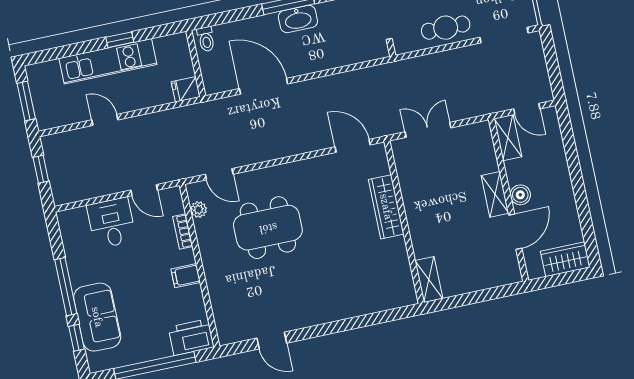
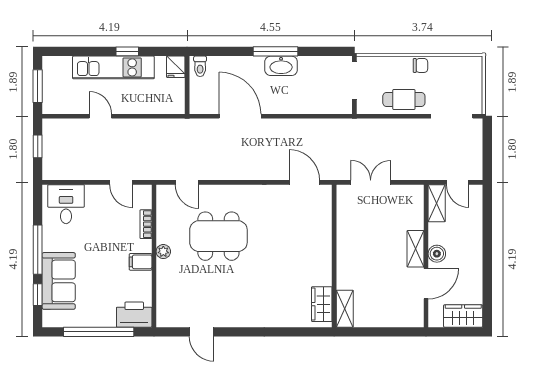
fridge: (186, 89) -> (176, 67), moved, turned -90
wardrobe: (386, 207) -> (322, 304), moved, width x0.67
plant: (199, 210) -> (163, 252), moved
desk: (112, 223) -> (66, 204), moved

